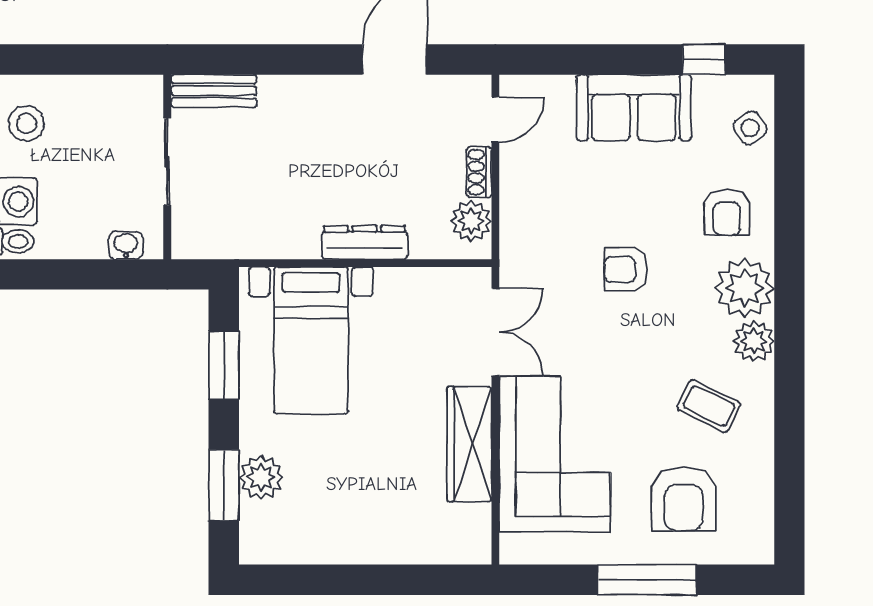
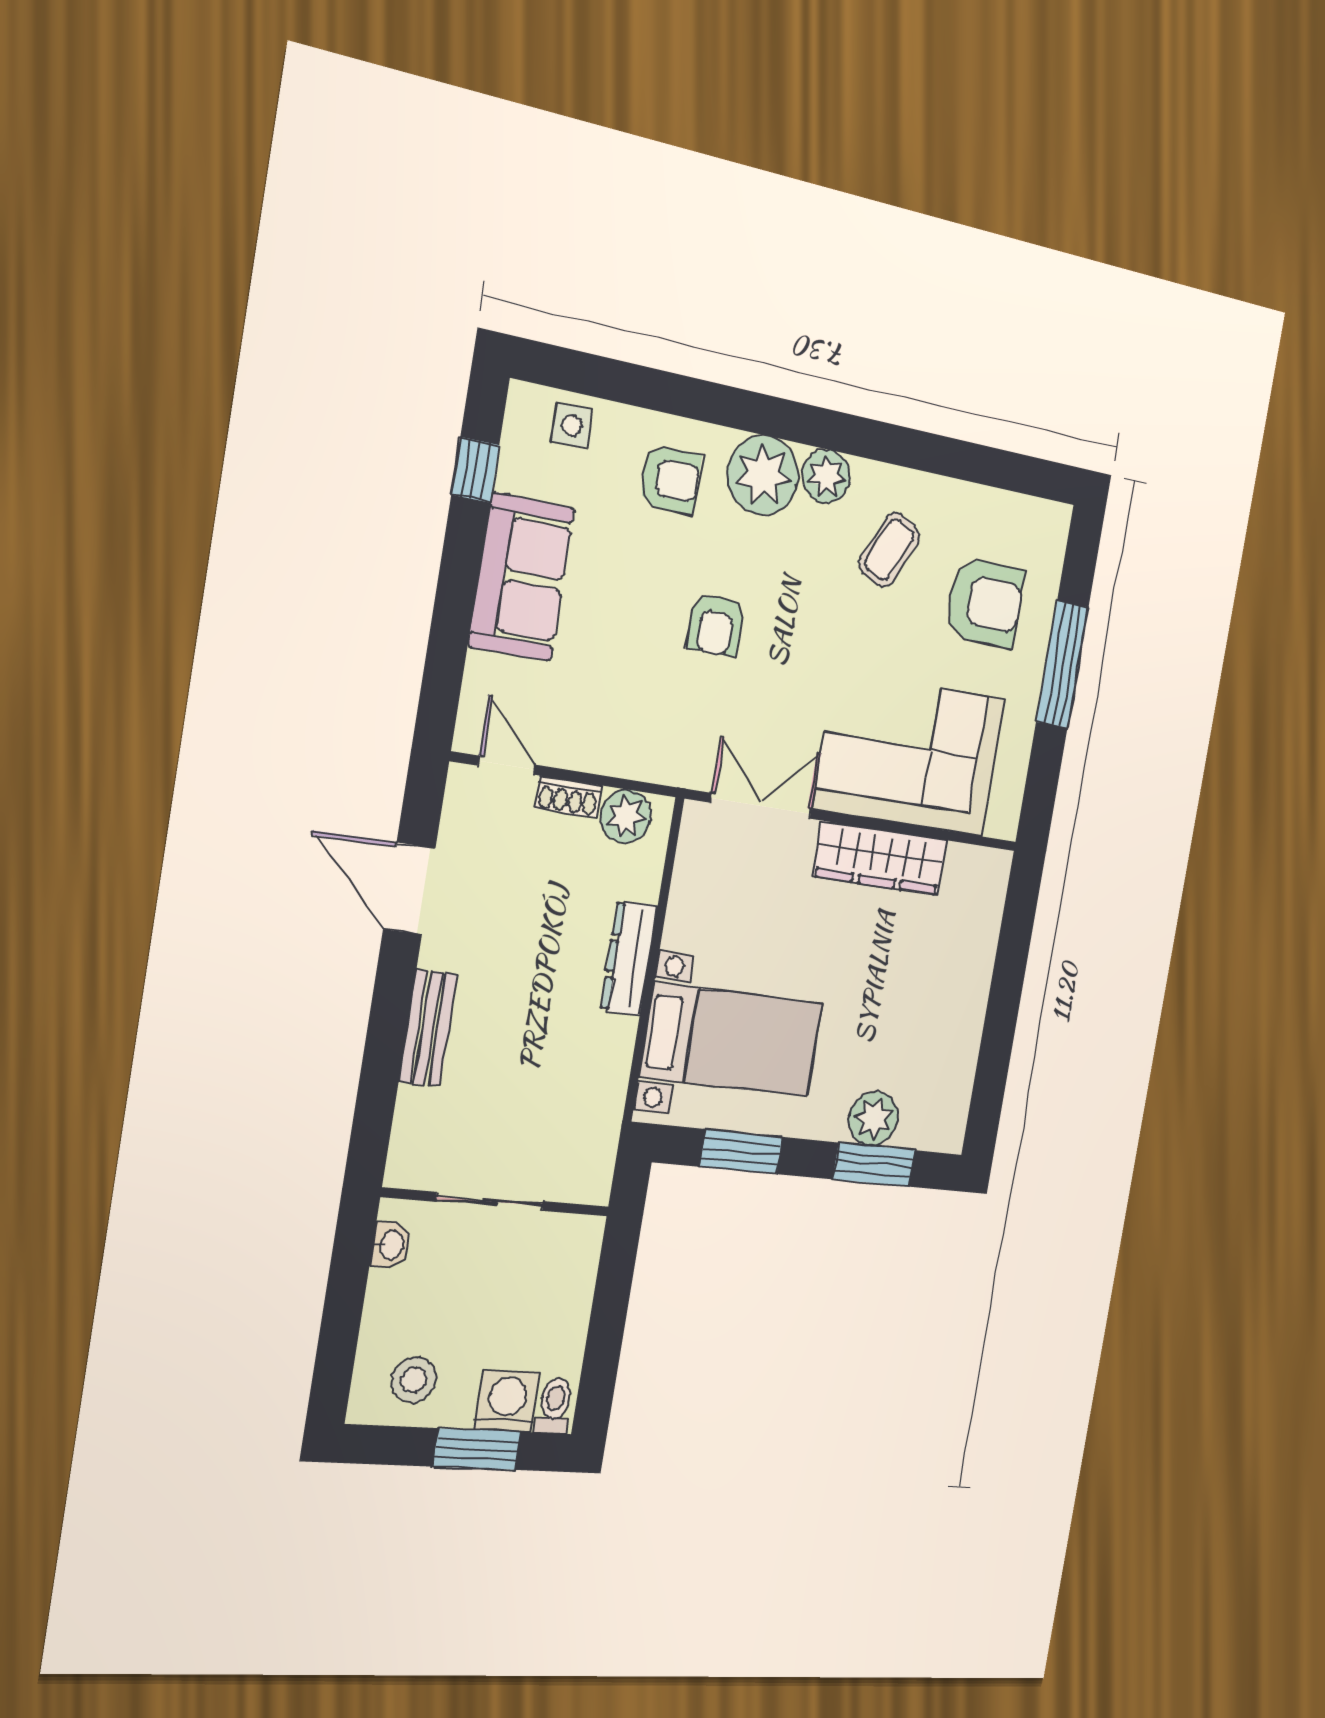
bench: (214, 91) -> (428, 1028), moved
side table: (750, 128) -> (572, 425), turned 36
washbasin: (126, 245) -> (391, 1245), moved, turned 180

